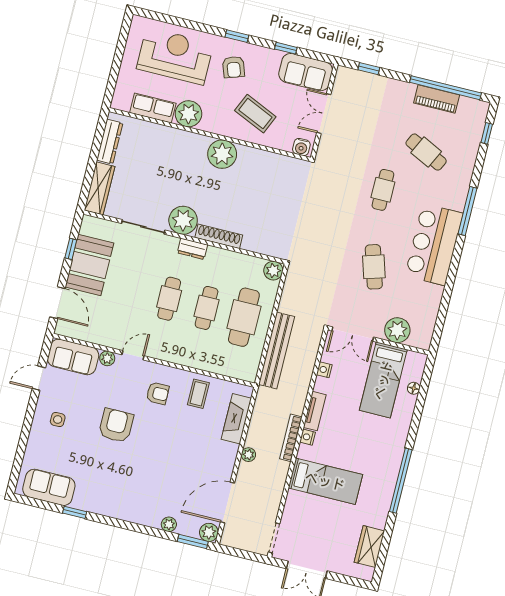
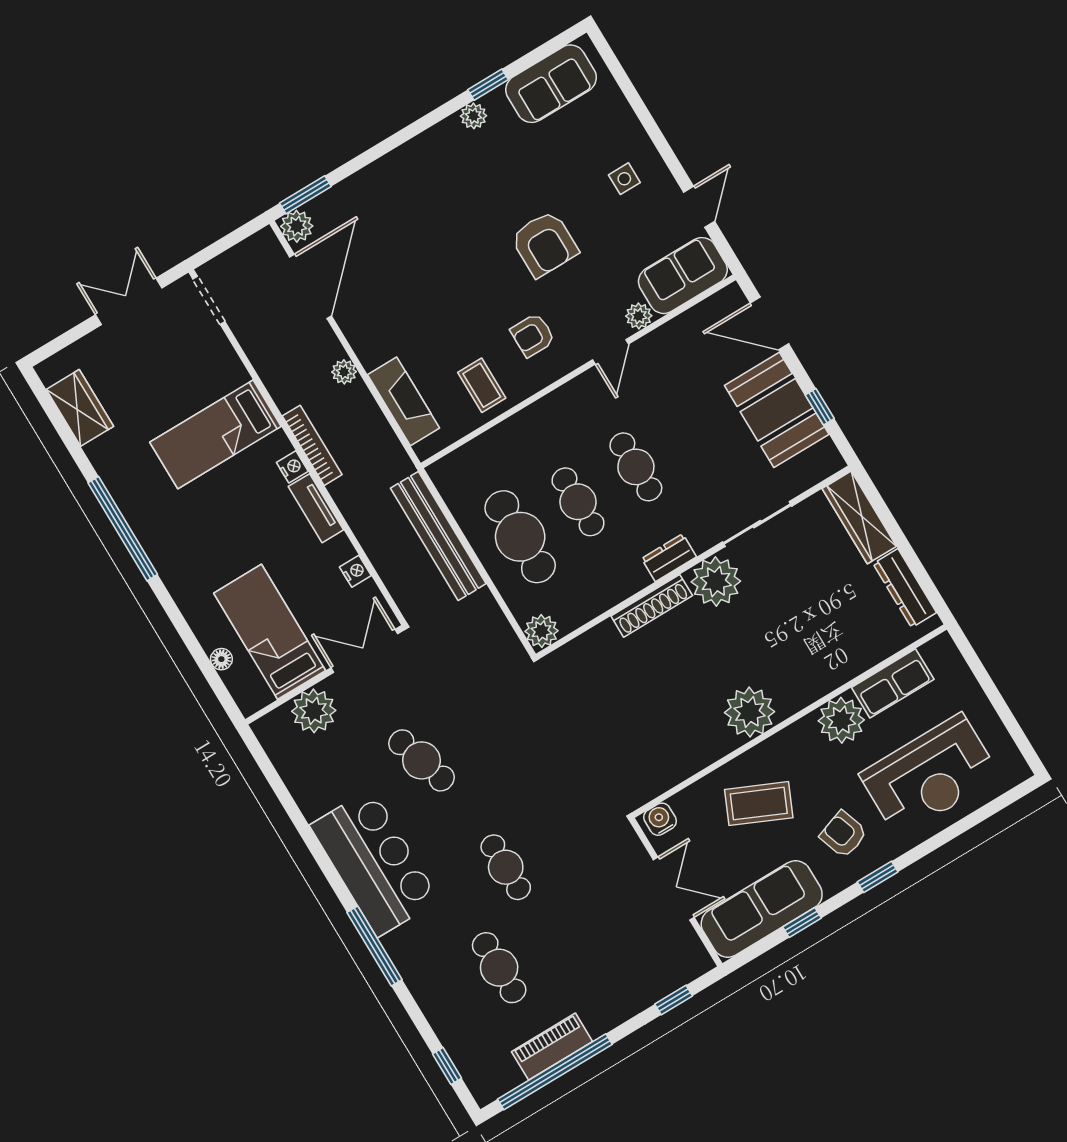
sofa: (306, 72) -> (762, 909), width x1.36
cafe table: (426, 152) -> (499, 968), turned 64
plant: (169, 524) -> (474, 116), moved

